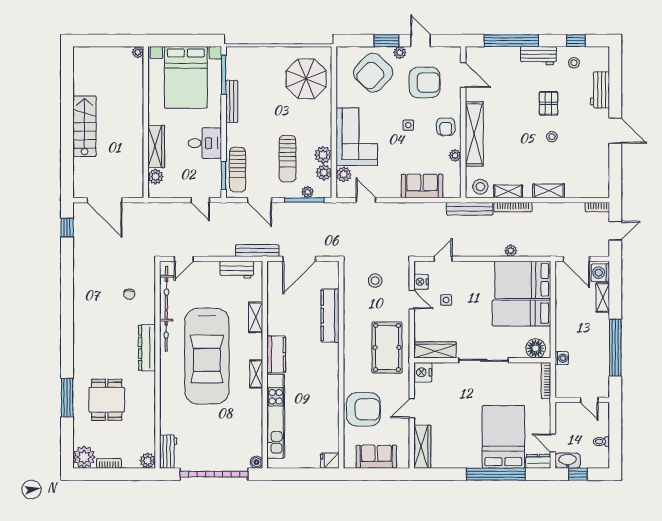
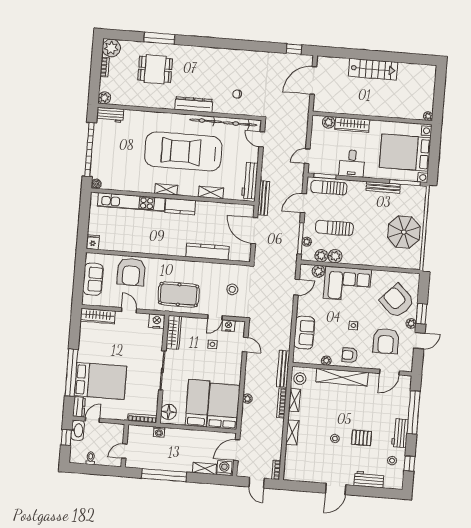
parasol: (306, 79) -> (404, 232), moved
workbench: (237, 270) -> (250, 181), width x1.38

